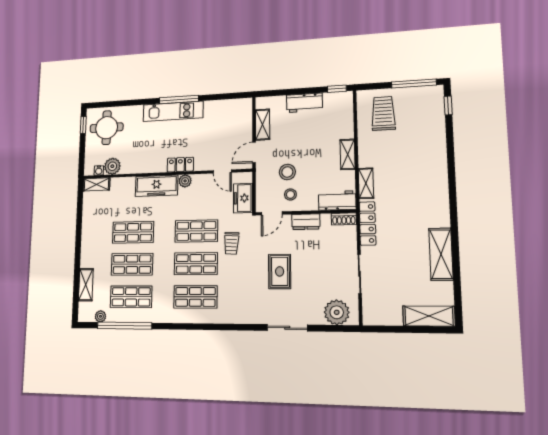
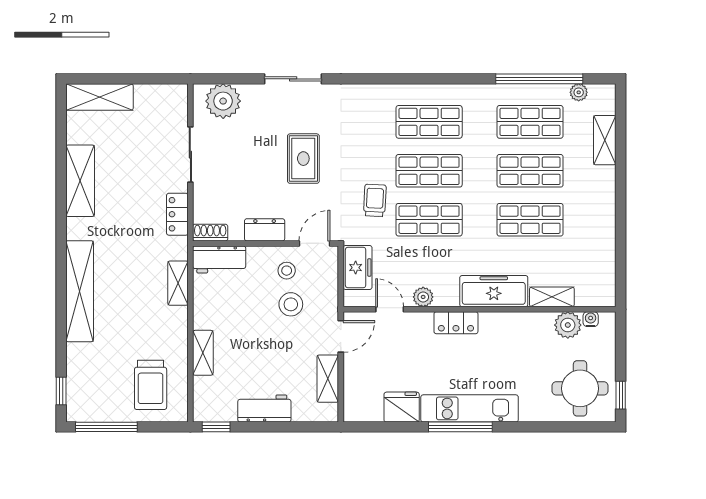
fridge: (215, 109) -> (402, 407), added
shelving: (348, 154) -> (203, 353), moved
shelving: (438, 175) -> (80, 291), added
plant: (185, 181) -> (423, 297), moved
shelving: (96, 184) -> (552, 297), moved
locker: (368, 223) -> (177, 214), width x0.66

